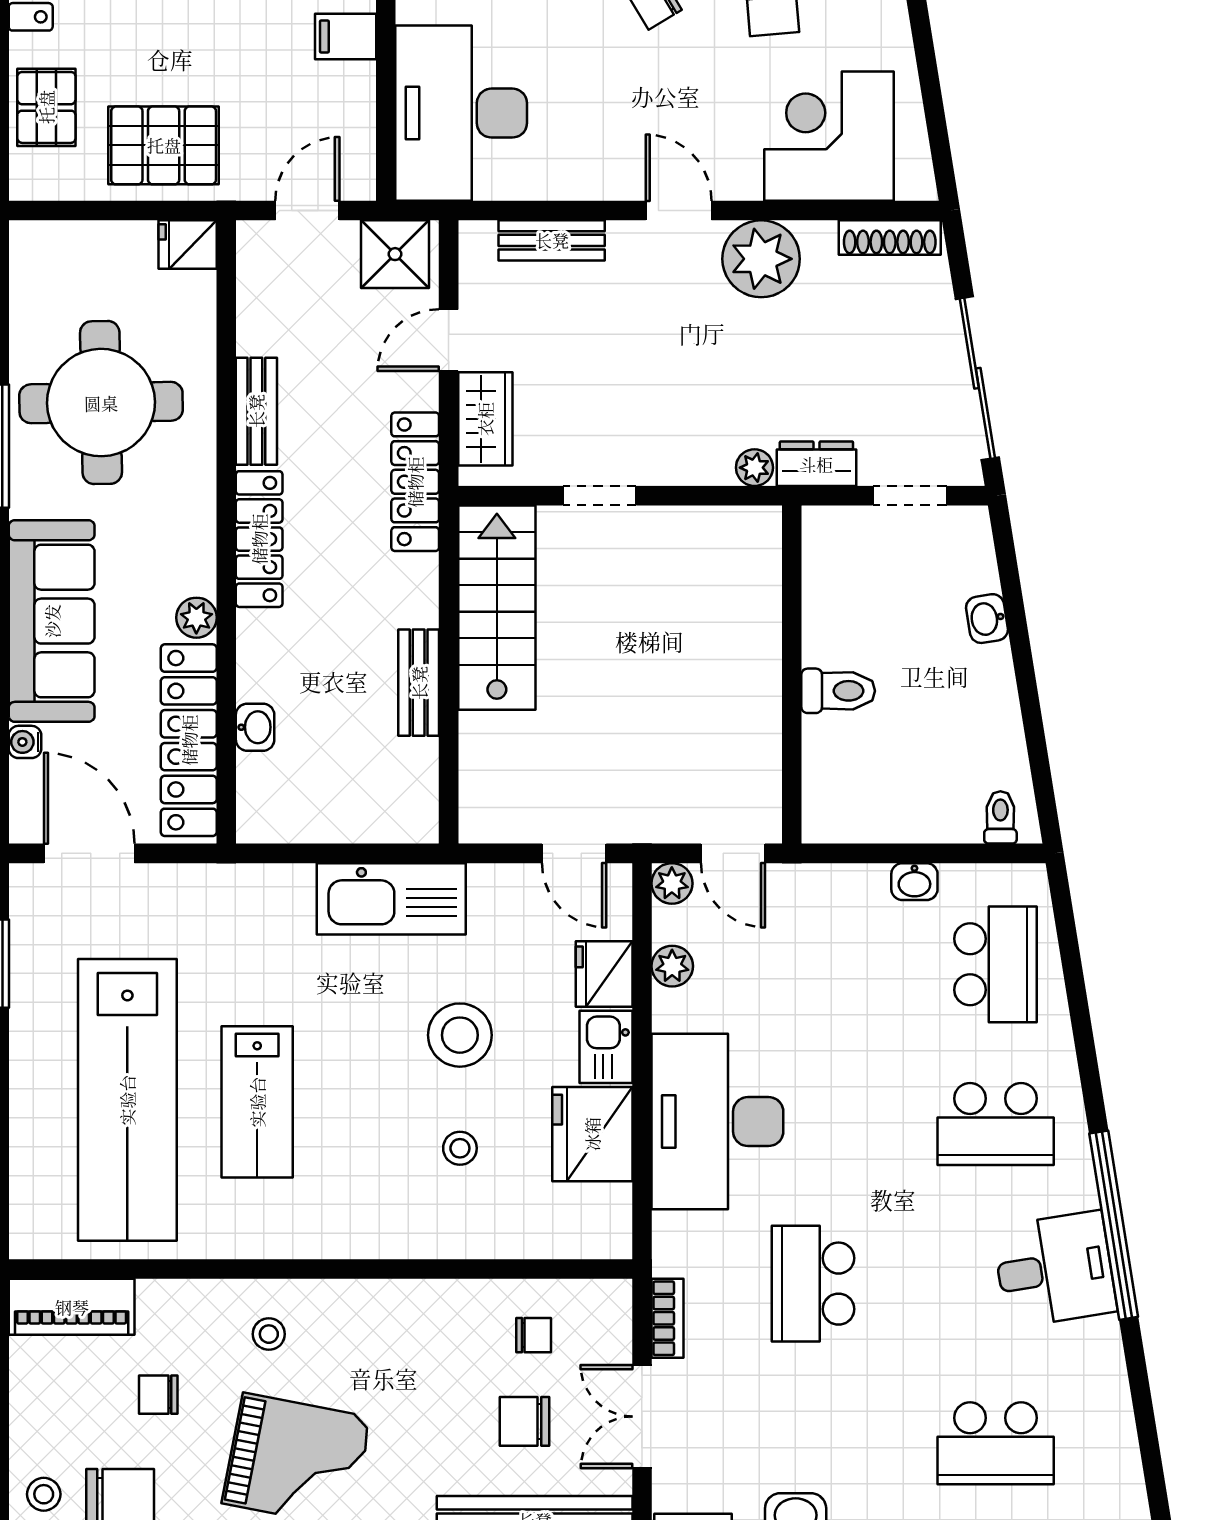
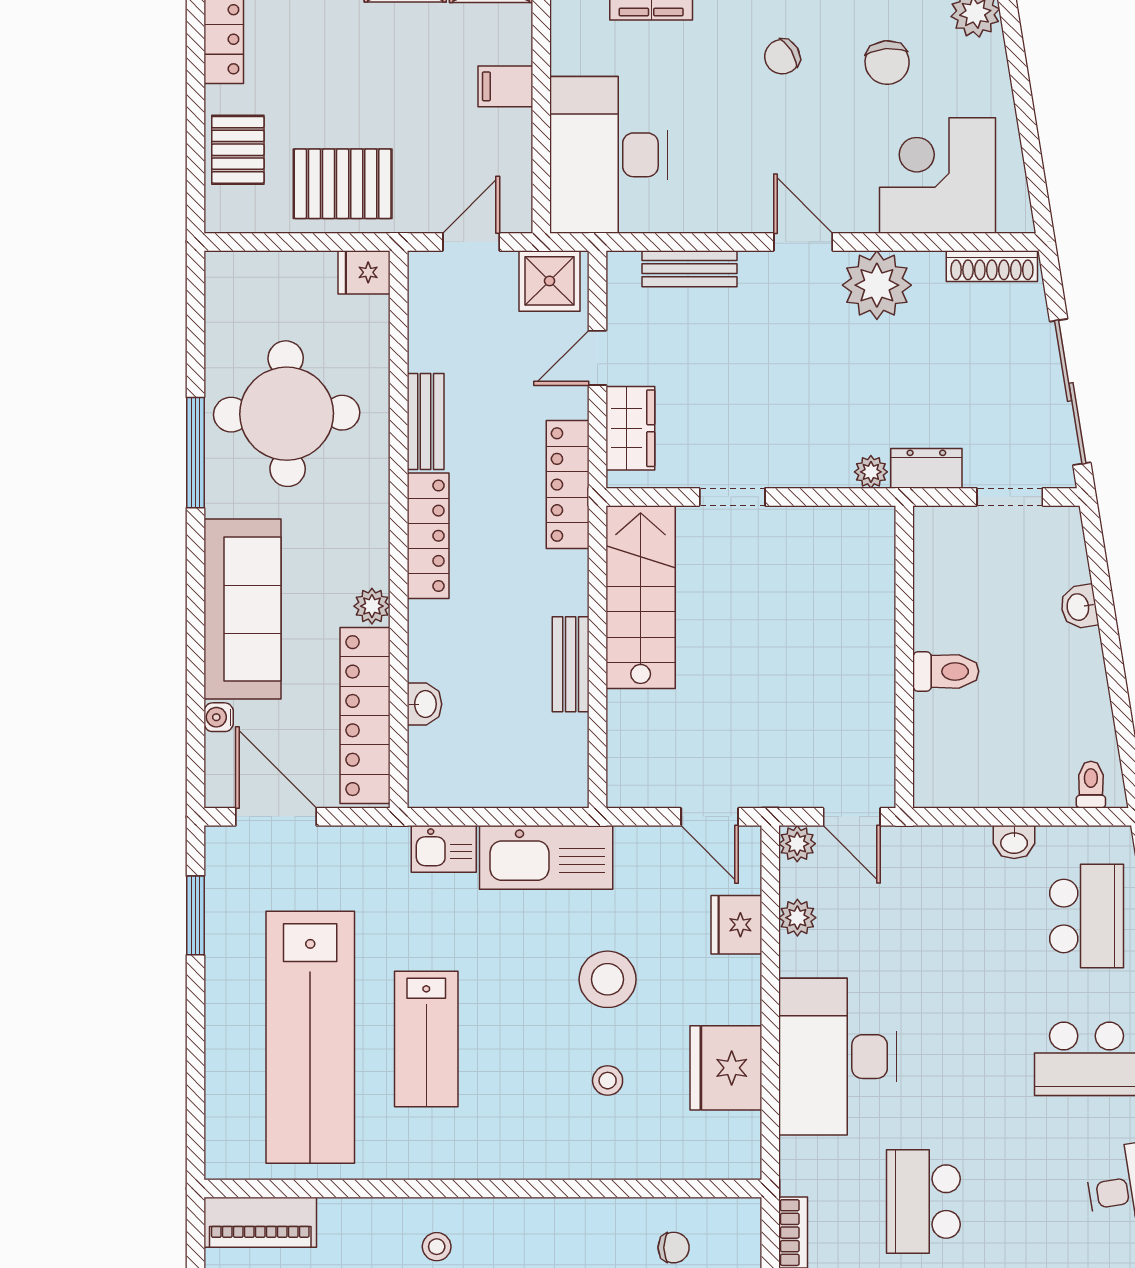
kitchen sink: (606, 1047) -> (444, 849), moved, turned -90

